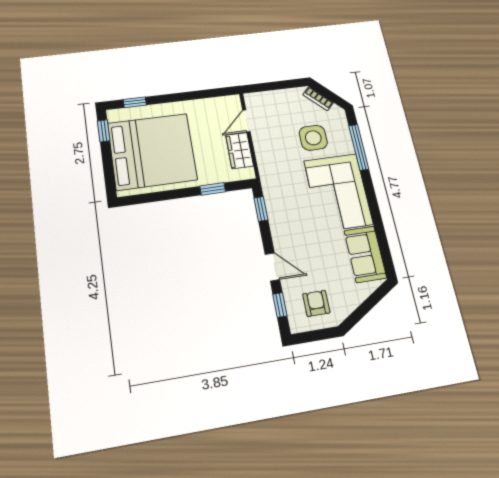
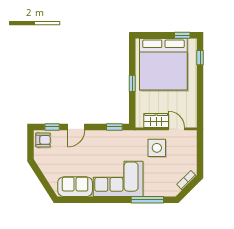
side table: (313, 138) -> (157, 148), moved
window: (213, 189) -> (132, 83), moved
armchair: (316, 303) -> (43, 140), moved

